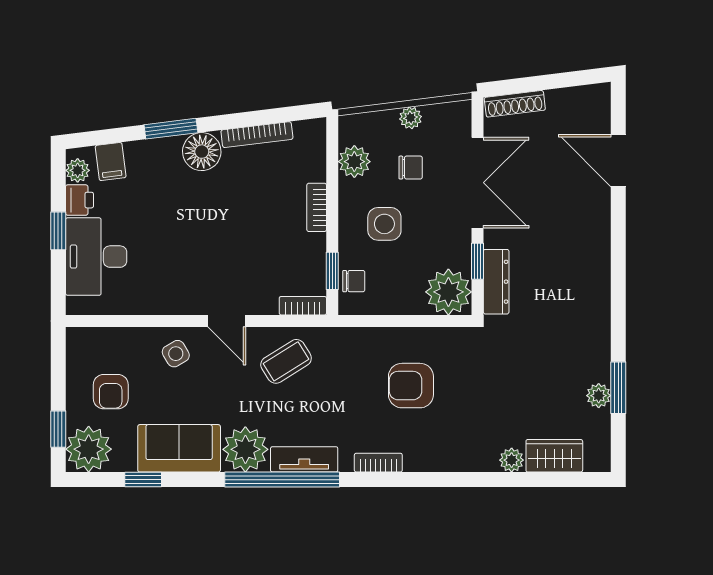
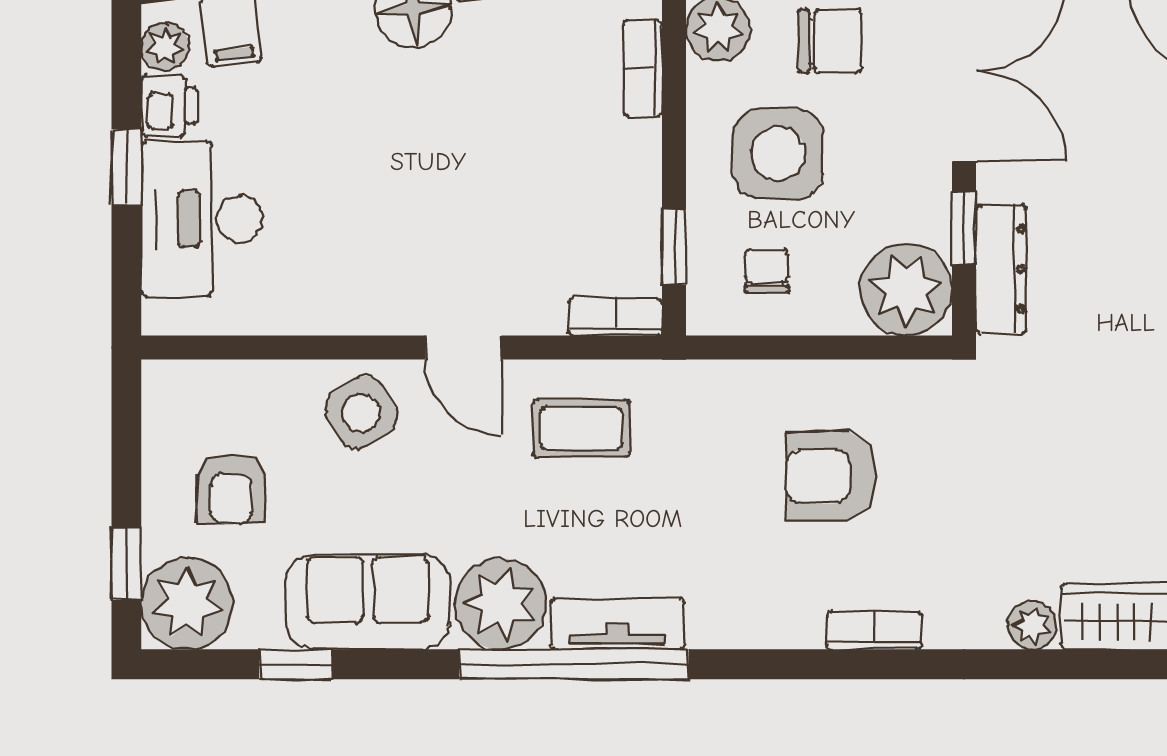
chair: (411, 168) -> (830, 41), width x1.37, depth x1.37
bookcase: (317, 207) -> (643, 69), moved
side table: (384, 224) -> (778, 154), width x1.37, depth x1.37
chair: (354, 281) -> (767, 271), moved, turned -90
side table: (176, 354) -> (361, 413), width x1.37, depth x1.37
coffee table: (286, 361) -> (582, 428), turned 32
bookcase: (378, 463) -> (874, 630), moved

